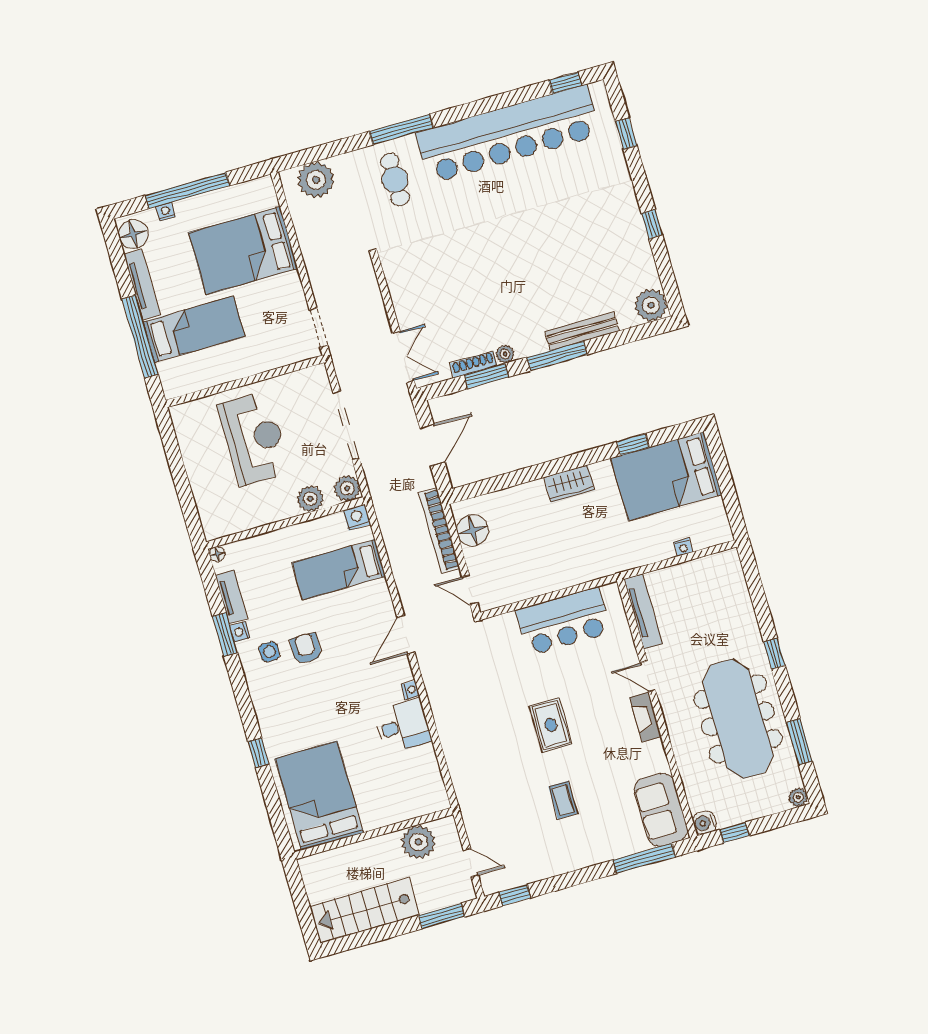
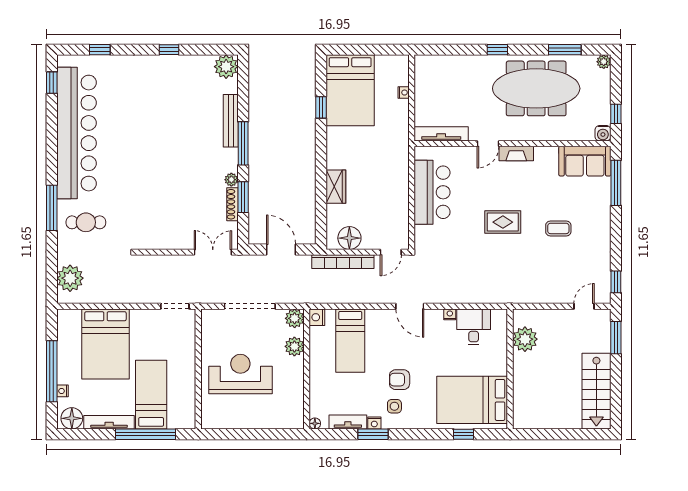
wardrobe: (569, 484) -> (336, 187), moved
bed: (319, 796) -> (472, 400), moved
wall: (374, 833) -> (510, 369), moved
plant: (418, 842) -> (525, 339), moved

